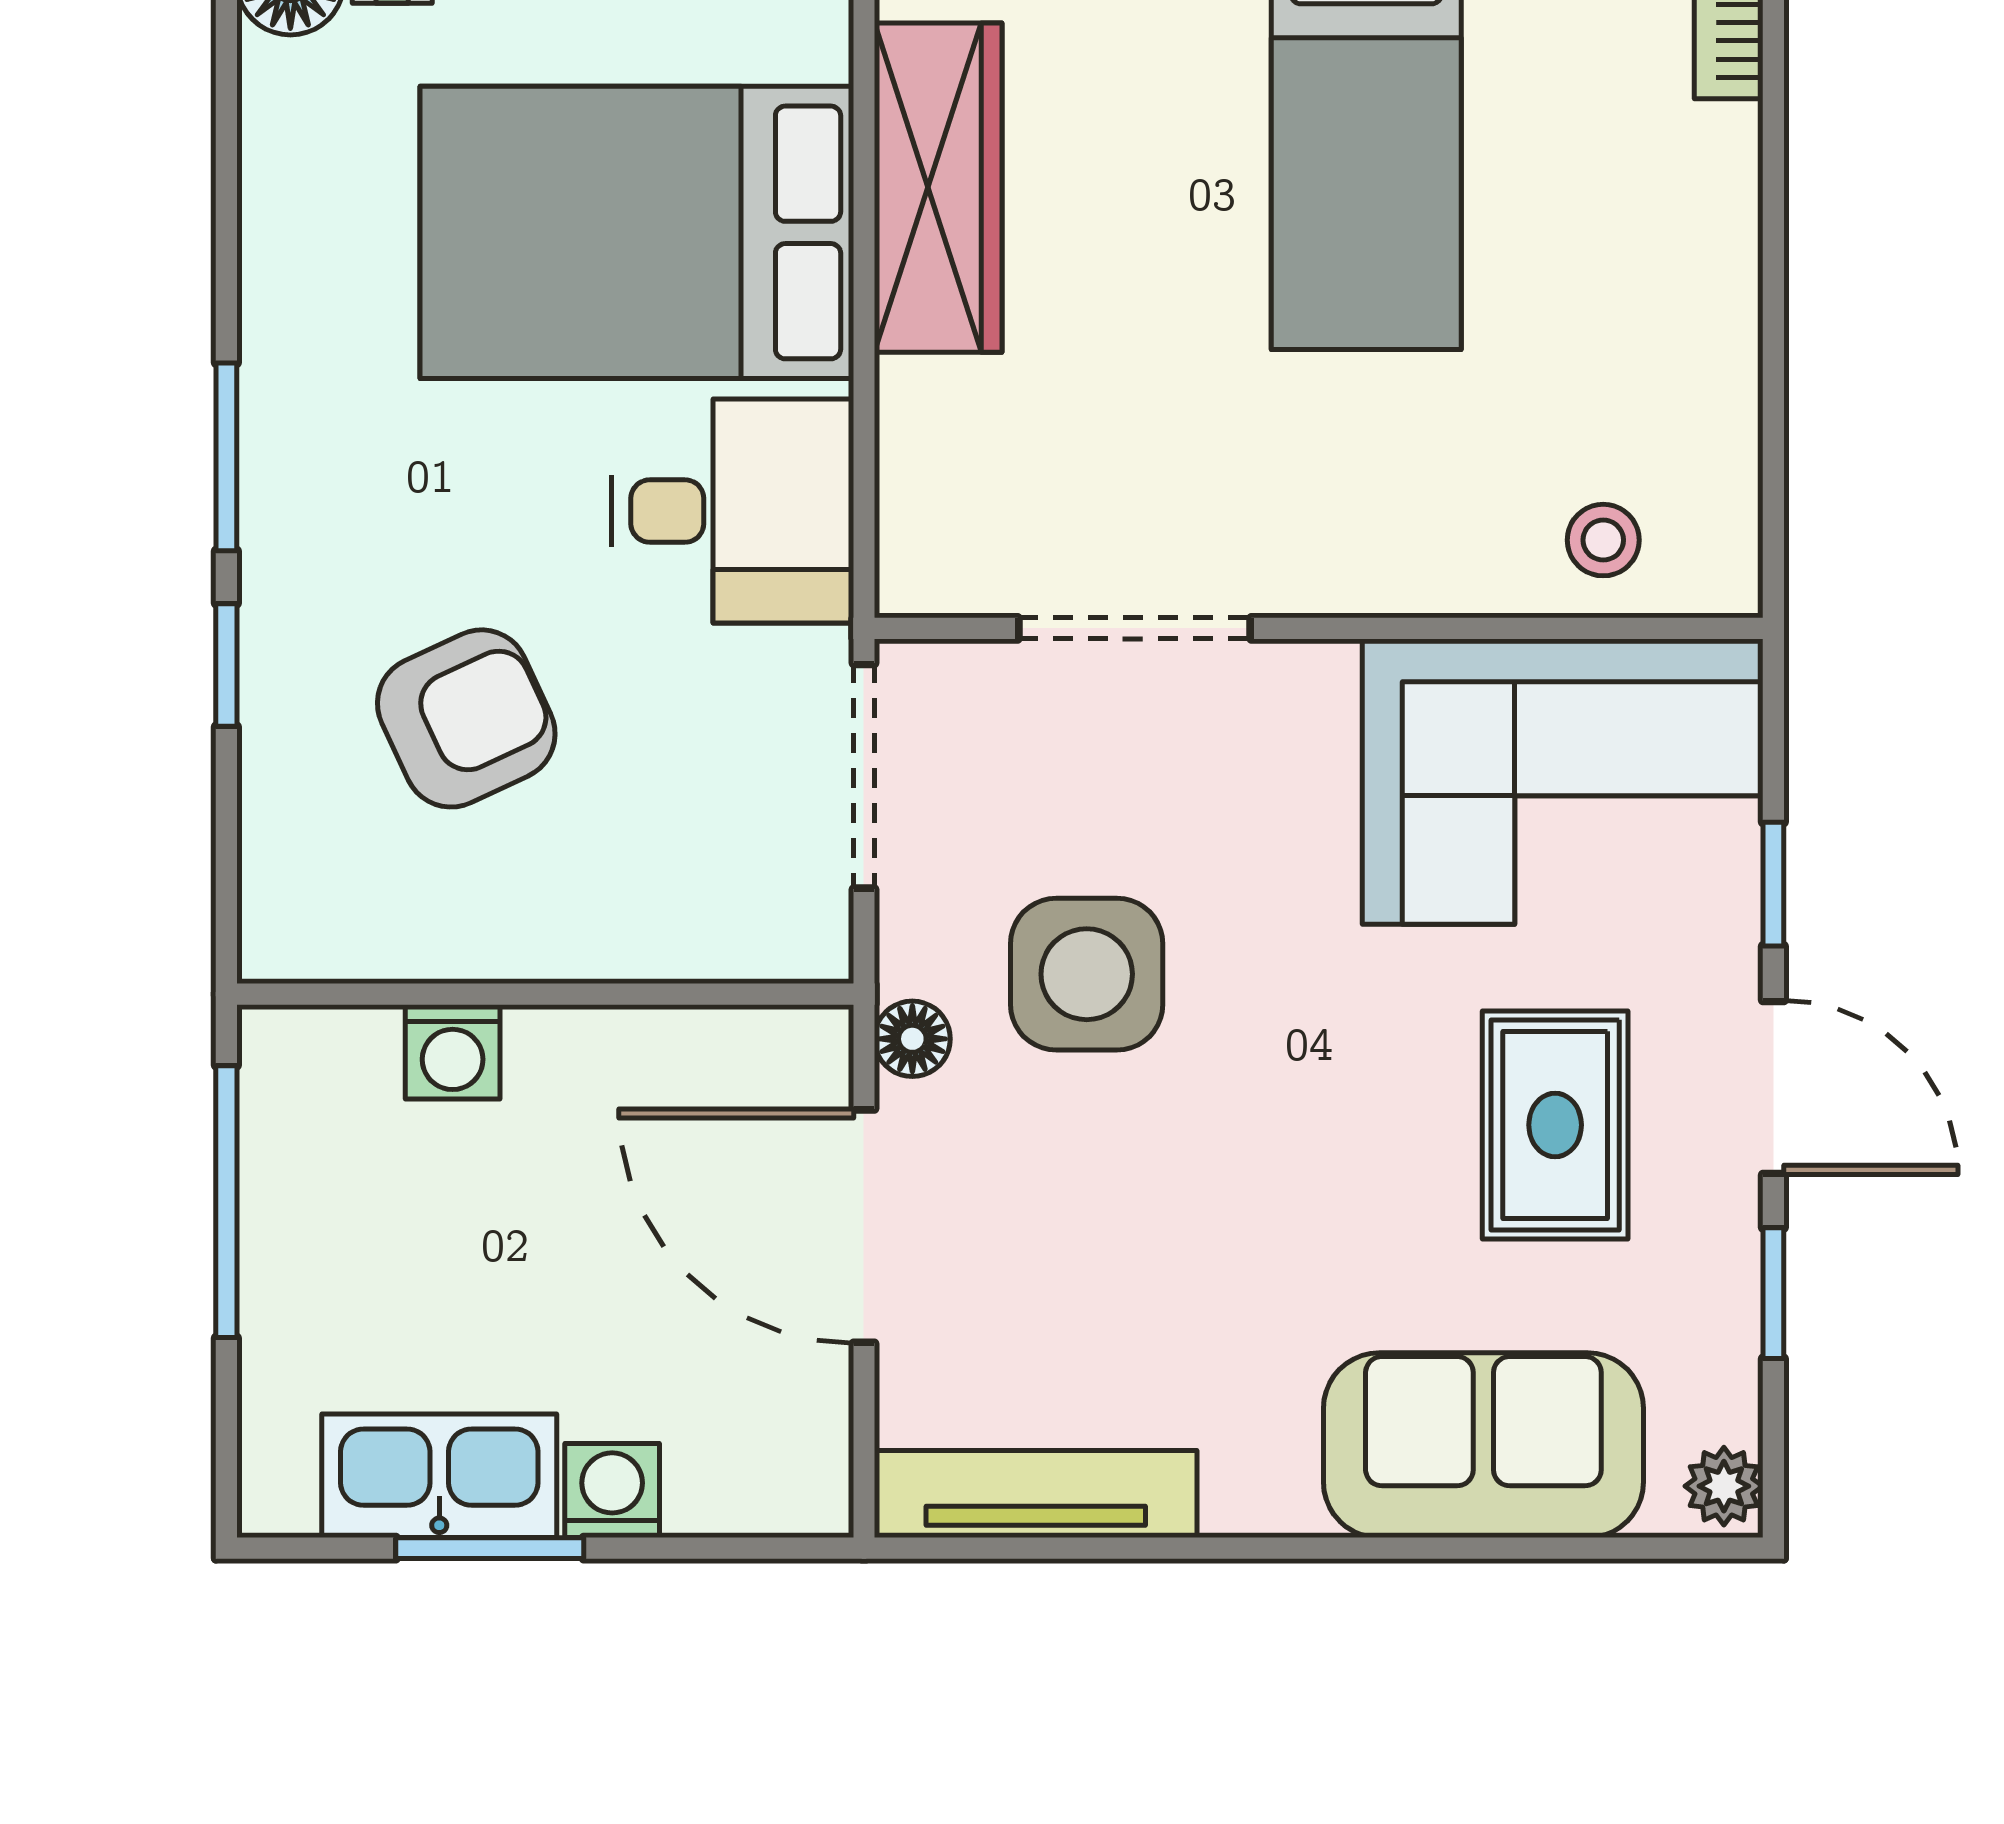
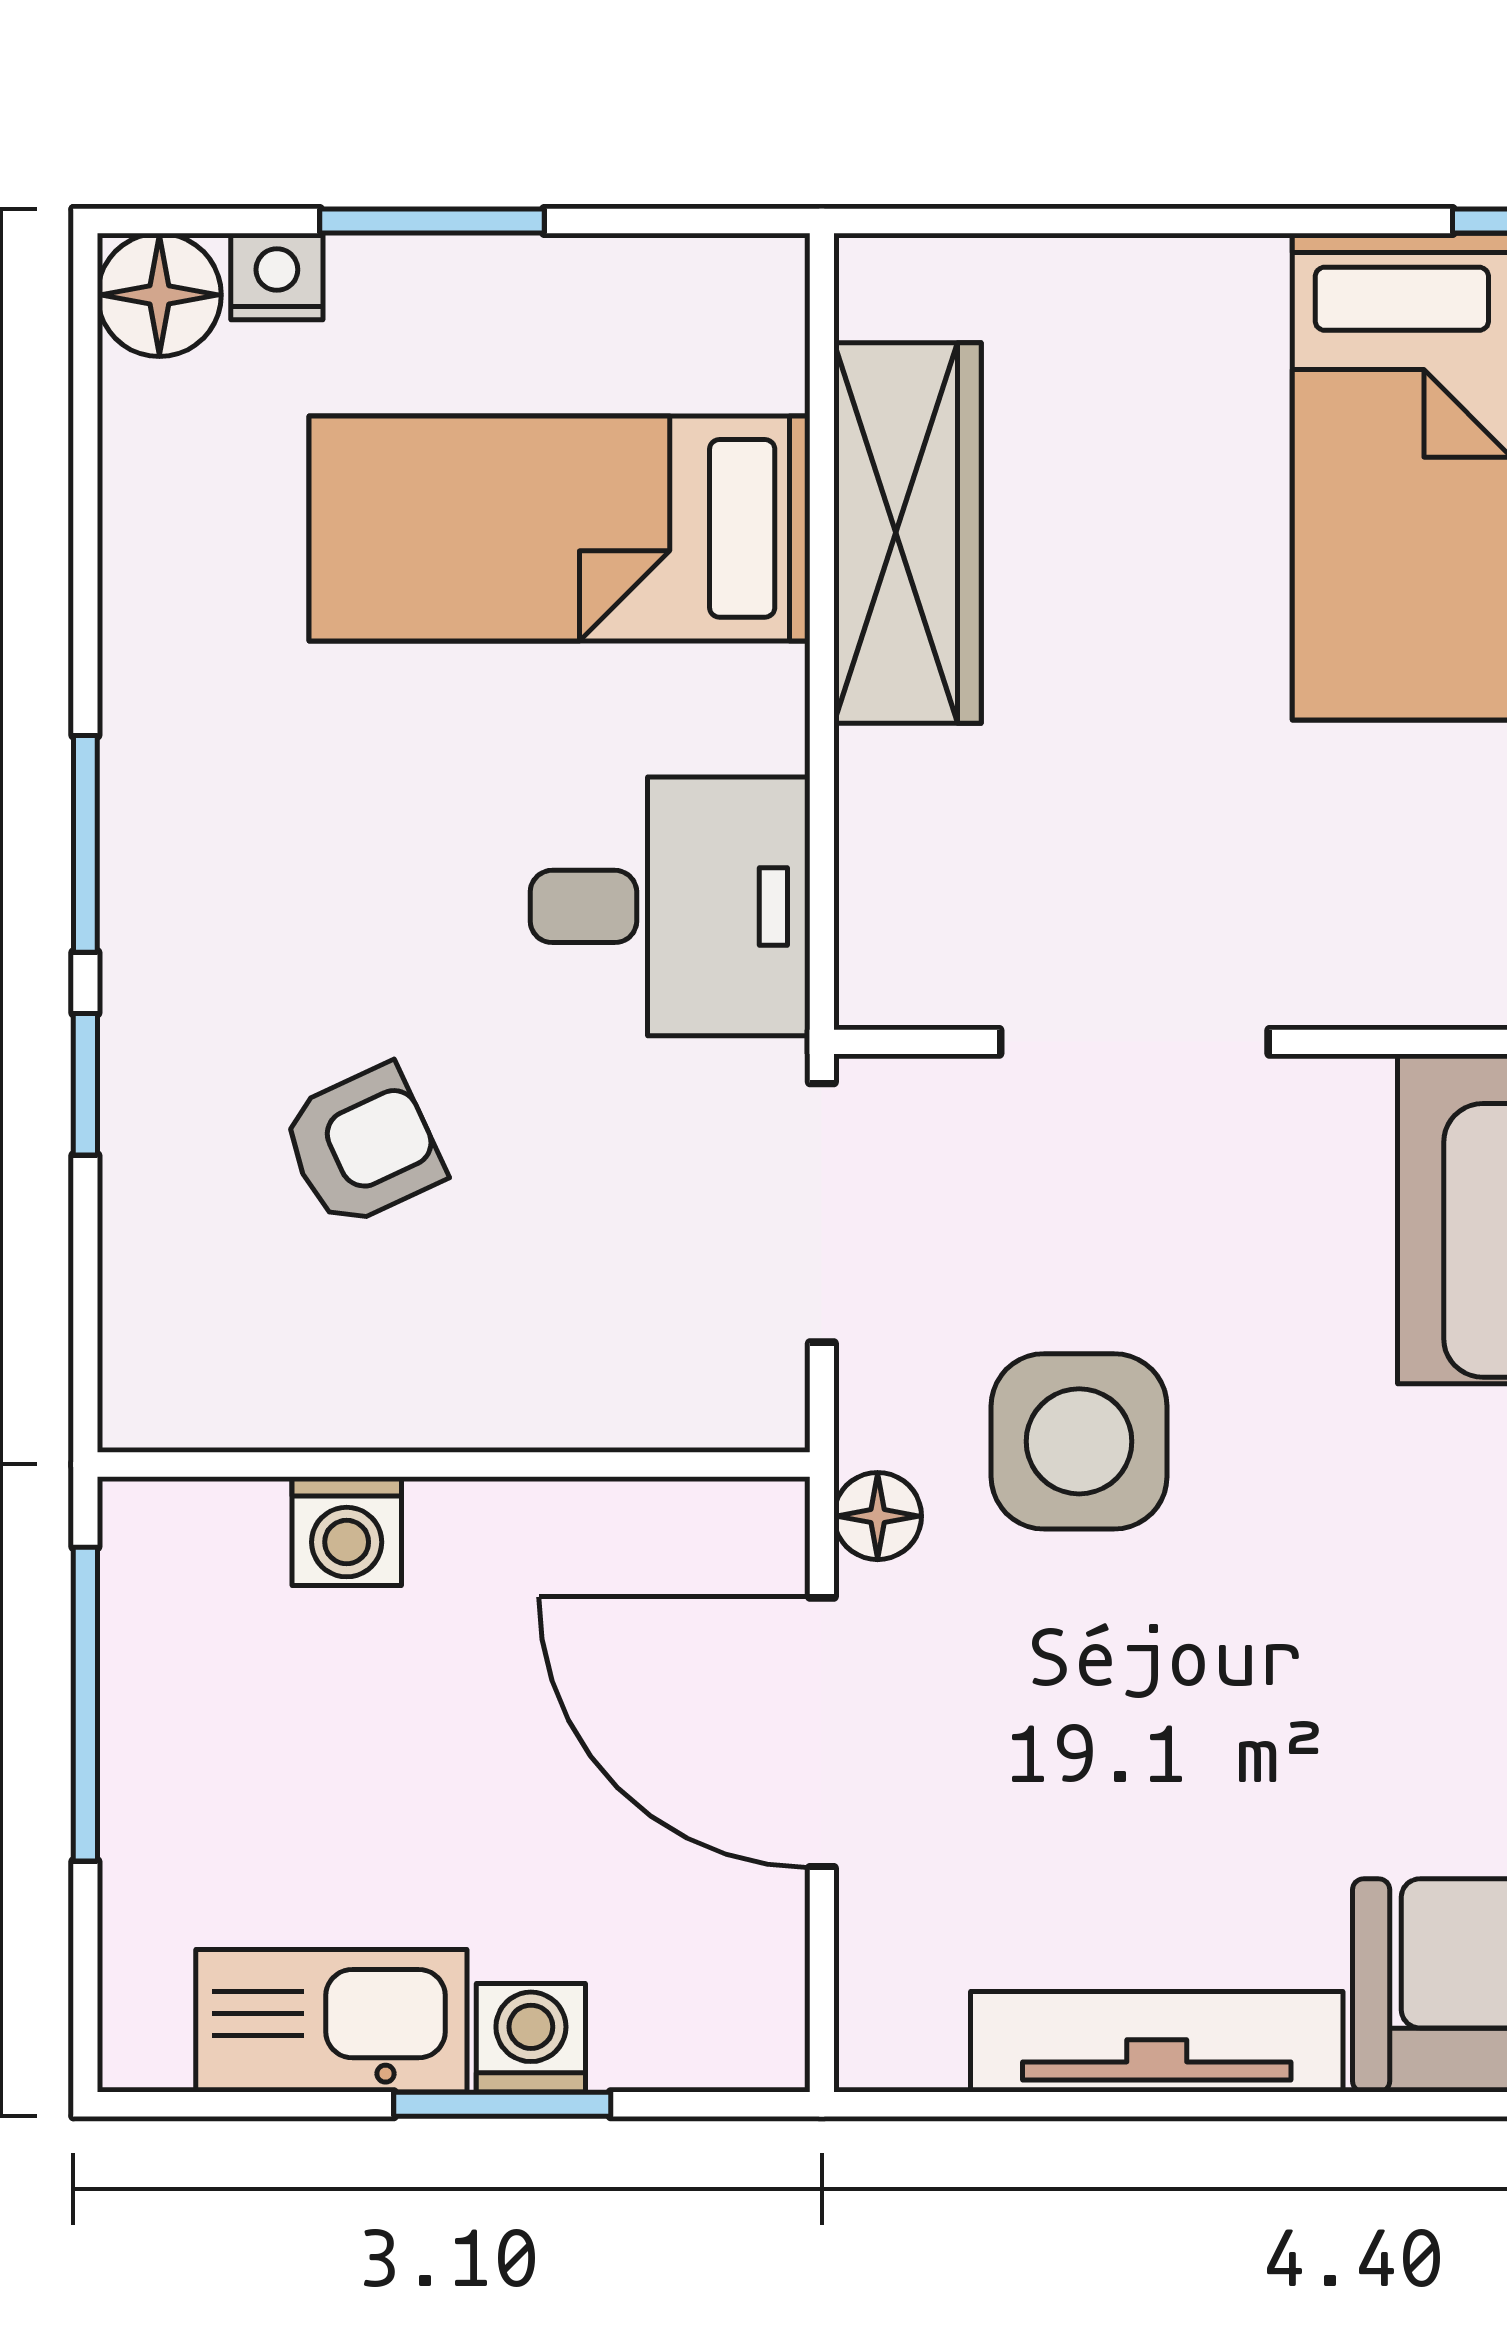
bed: (637, 232) -> (559, 528), width x0.67
armchair: (466, 718) -> (362, 1146), width x0.72, depth x0.72
tv unit: (1036, 1494) -> (1157, 2042), moved
window: (490, 1548) -> (502, 2104), moved

